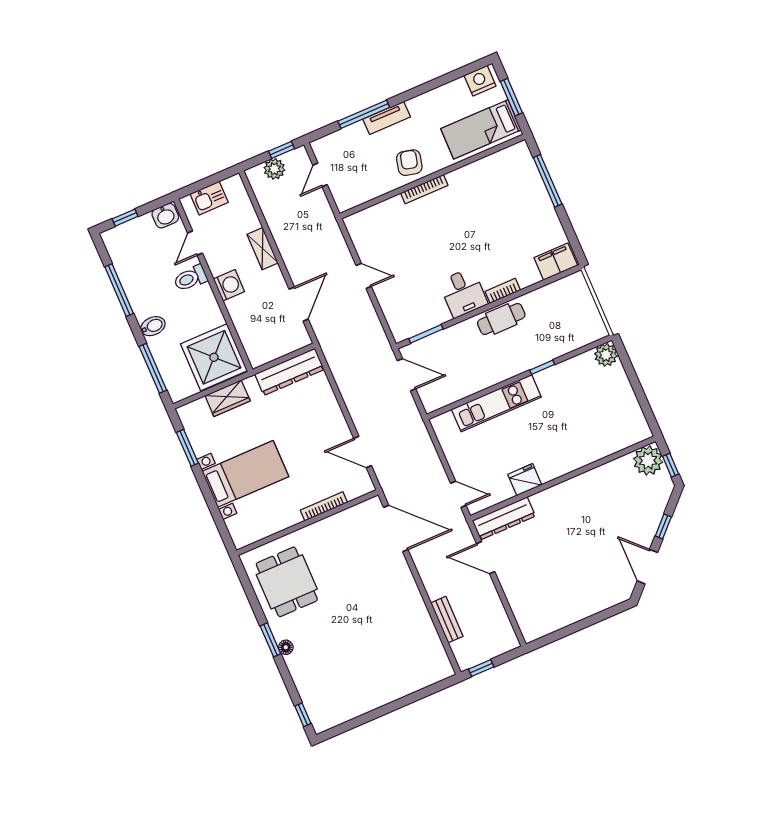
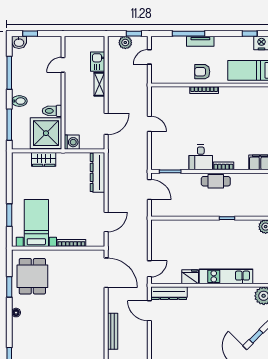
window: (456, 74) -> (250, 34), added
armchair: (409, 163) -> (202, 72), turned -104
kitchen sink: (209, 198) -> (98, 62), moved, turned 90
washbasin: (165, 216) -> (19, 42), moved
toilet: (190, 278) -> (52, 111), moved
washing machine: (229, 285) -> (72, 142), moved
dresser: (289, 372) -> (98, 172), moved, turned 90
kitchen unit: (496, 403) -> (226, 276), moved, turned 180
window: (187, 448) -> (9, 215), moved
door: (363, 452) -> (106, 222), swing flipped
bed with nightstands: (245, 474) -> (36, 223), moved, turned -90
door: (458, 494) -> (149, 269), hinge flipped
bench: (447, 620) -> (113, 331), width x1.36
window: (270, 640) -> (9, 287), moved

